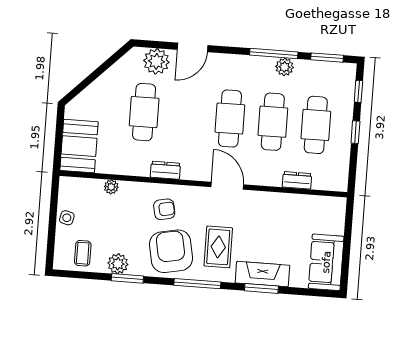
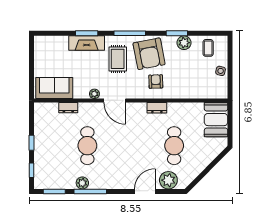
cafe table: (230, 118) -> (116, 146), removed
cafe table: (316, 125) -> (58, 146), removed
plant: (111, 187) -> (94, 94), moved
armchair: (164, 209) -> (156, 81), turned 100
sofa: (326, 262) -> (54, 88), moved, turned -90

